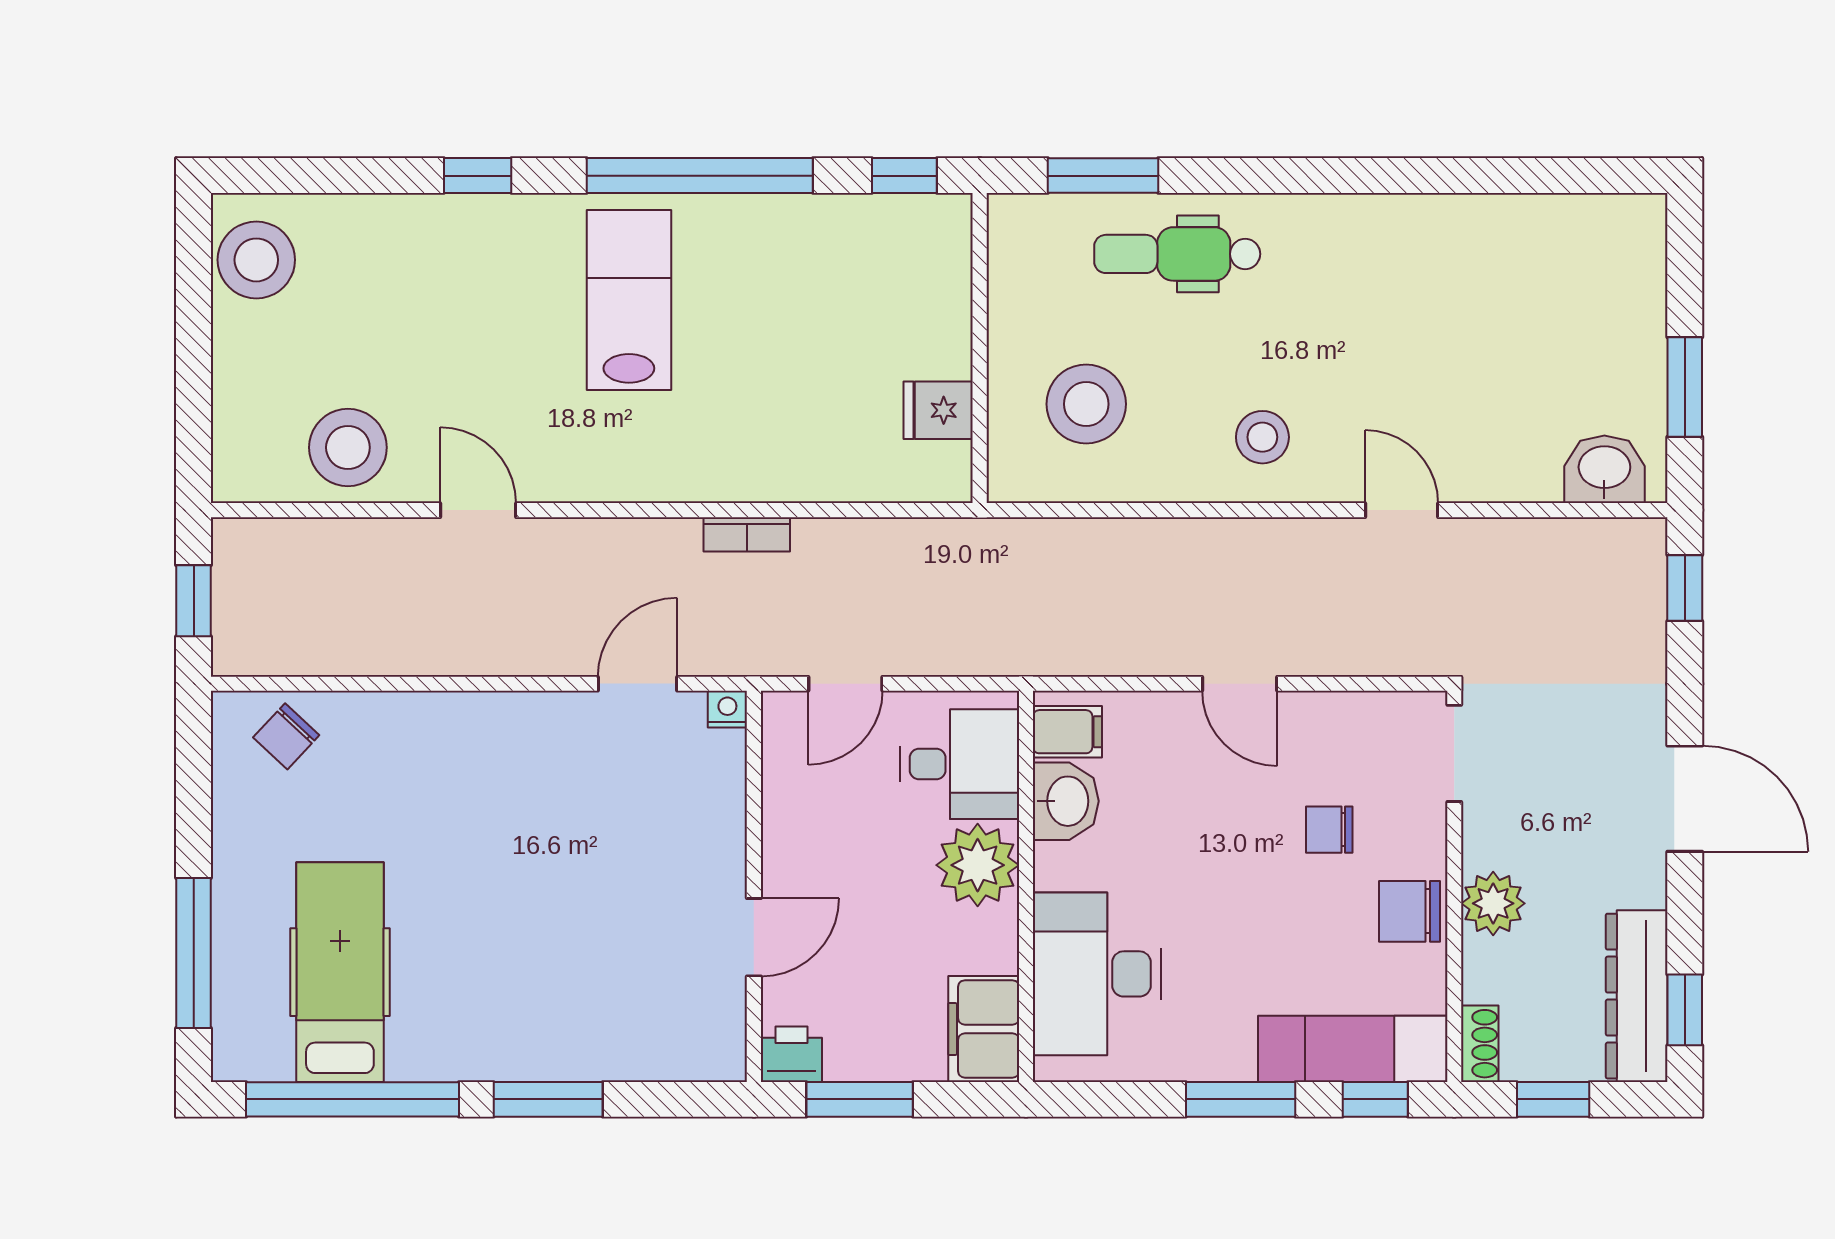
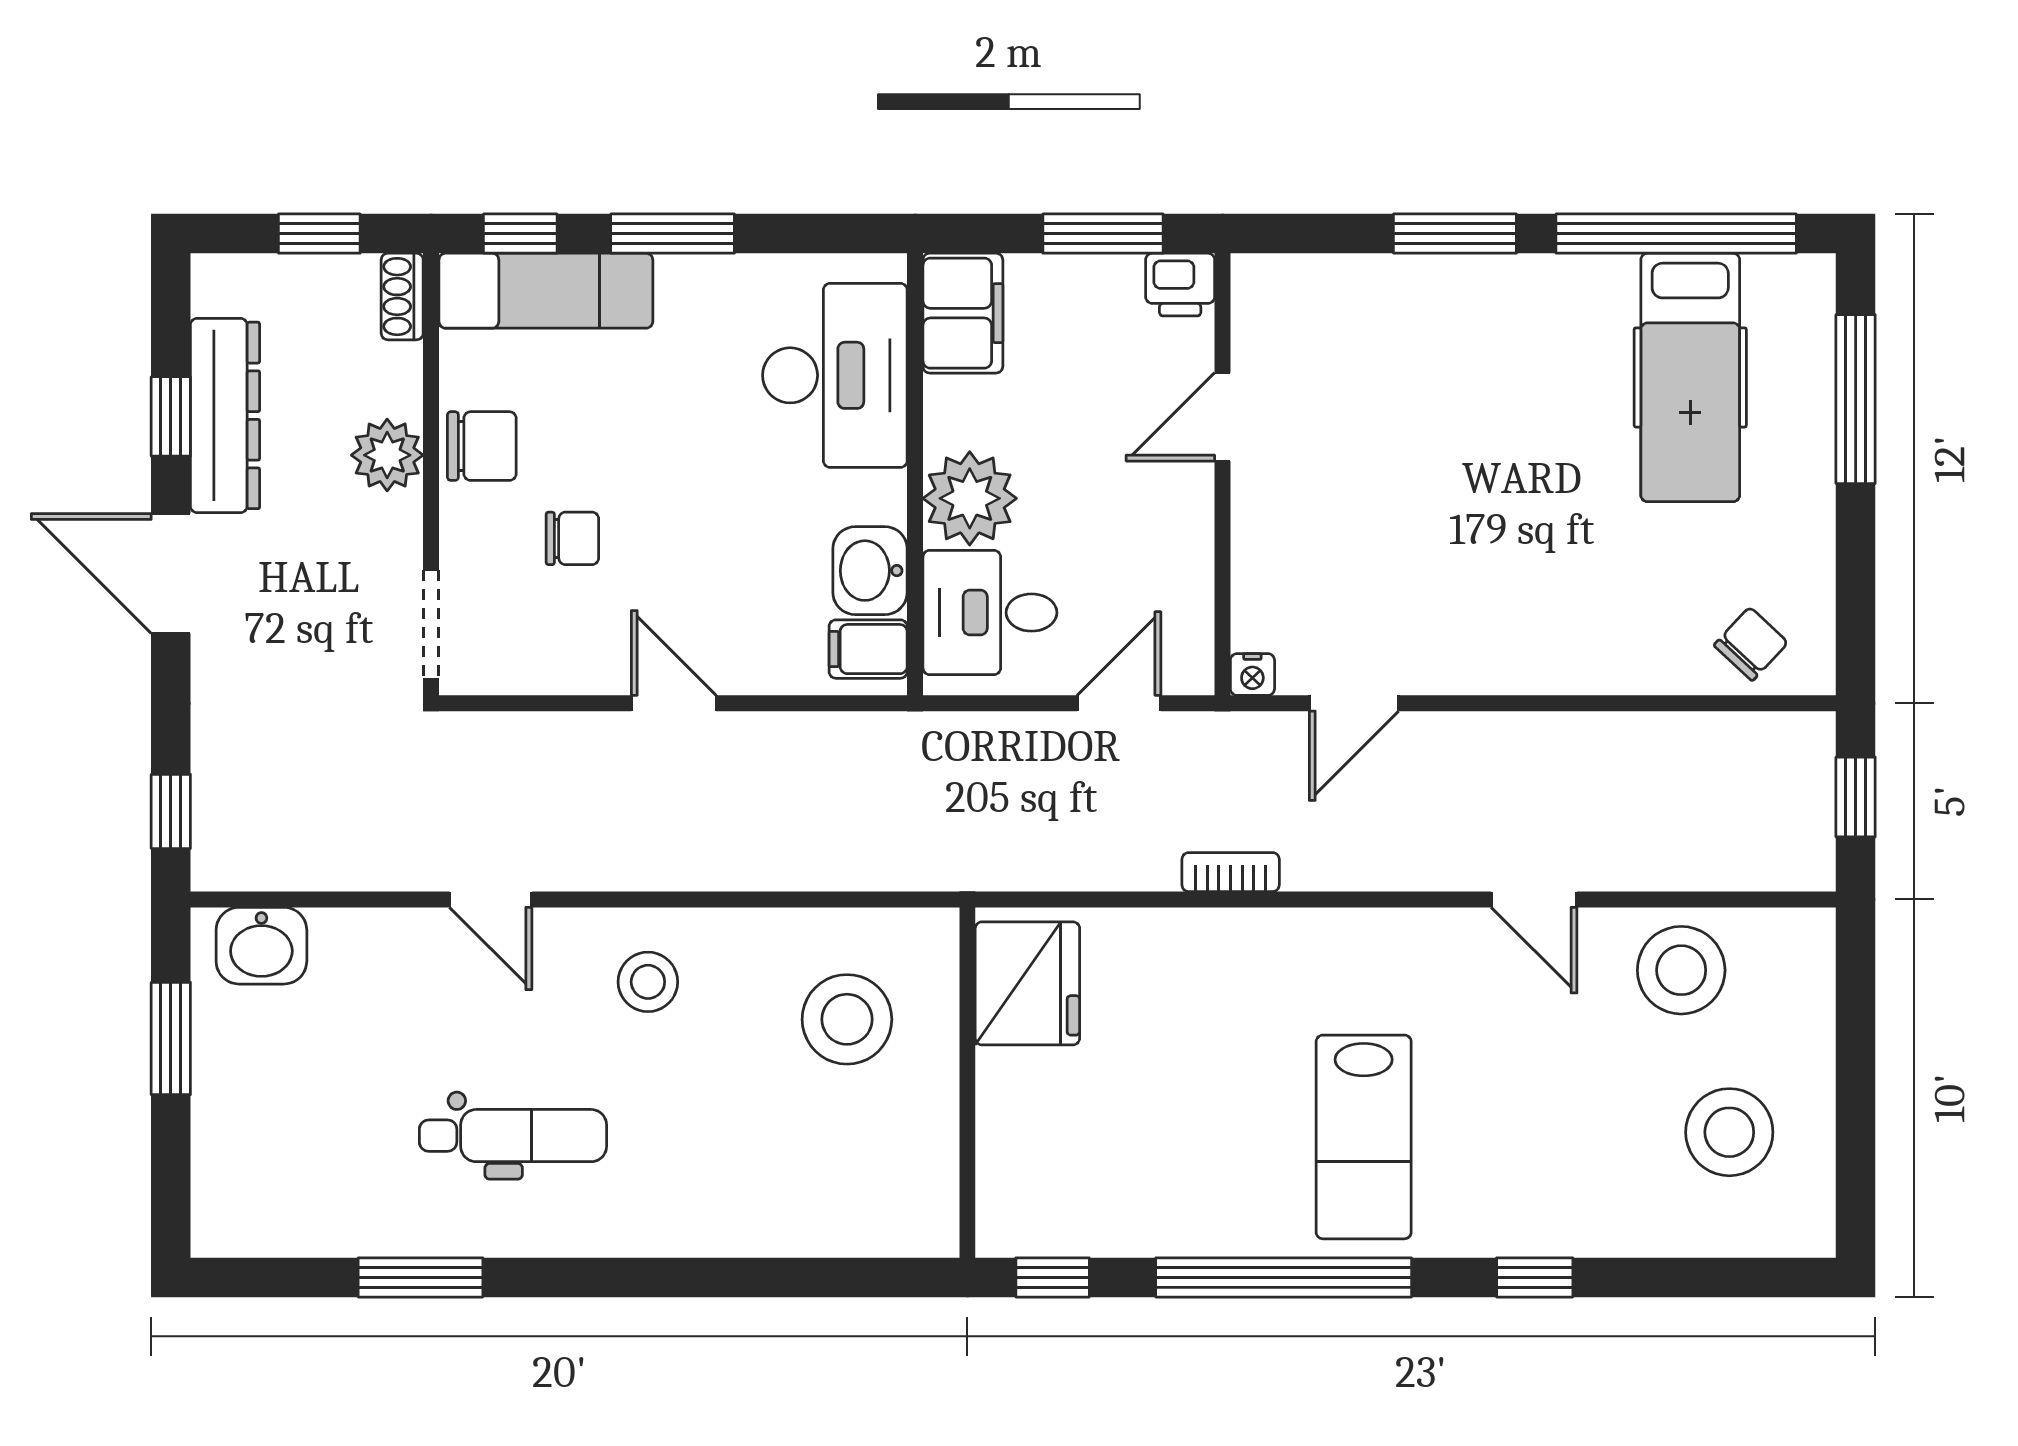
window: (1103, 176) -> (420, 1277), moved
dental chair: (1177, 254) -> (513, 1136), moved
stool: (256, 260) -> (1729, 1132), moved
fridge: (938, 410) -> (1027, 983), width x1.88, depth x1.34
dresser: (1637, 996) -> (225, 415), moved
window: (1685, 1010) -> (171, 416), moved

